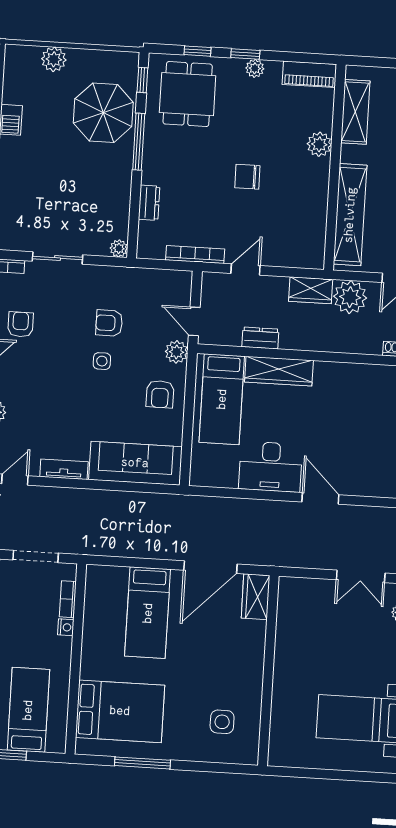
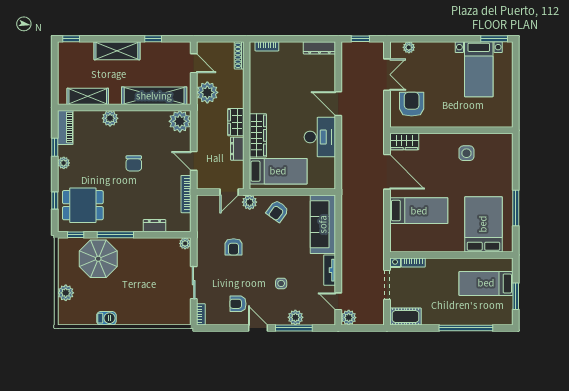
window: (245, 54) -> (55, 147), moved
plant: (308, 252) -> (180, 121), added
wardrobe: (311, 290) -> (236, 122), moved, turned 180
side table: (102, 361) -> (281, 283), moved
armchair: (160, 394) -> (277, 211), turned 126
door: (320, 498) -> (338, 104), hinge flipped
armchair: (313, 612) -> (412, 104), added
nightstand: (66, 627) -> (395, 263), moved
side table: (222, 722) -> (466, 153), moved

